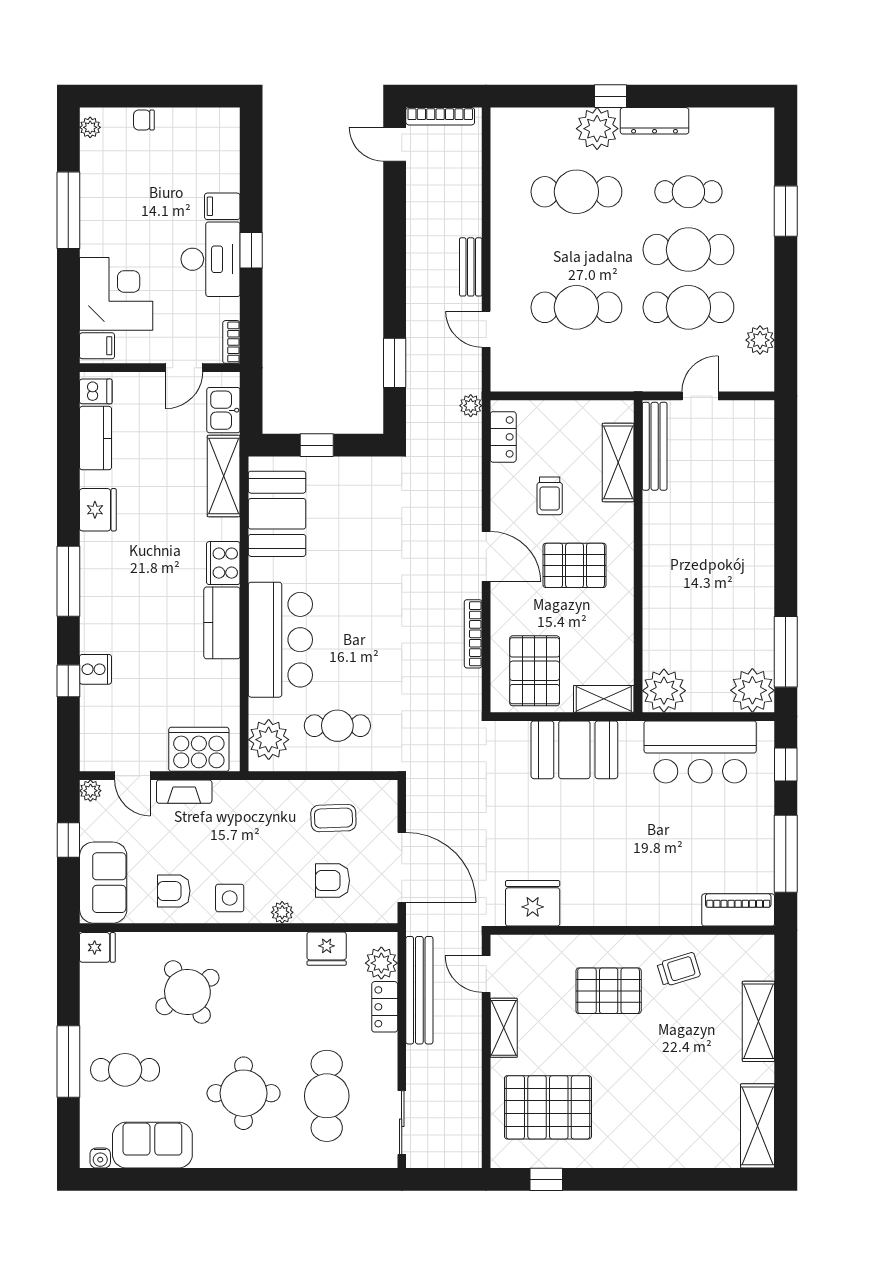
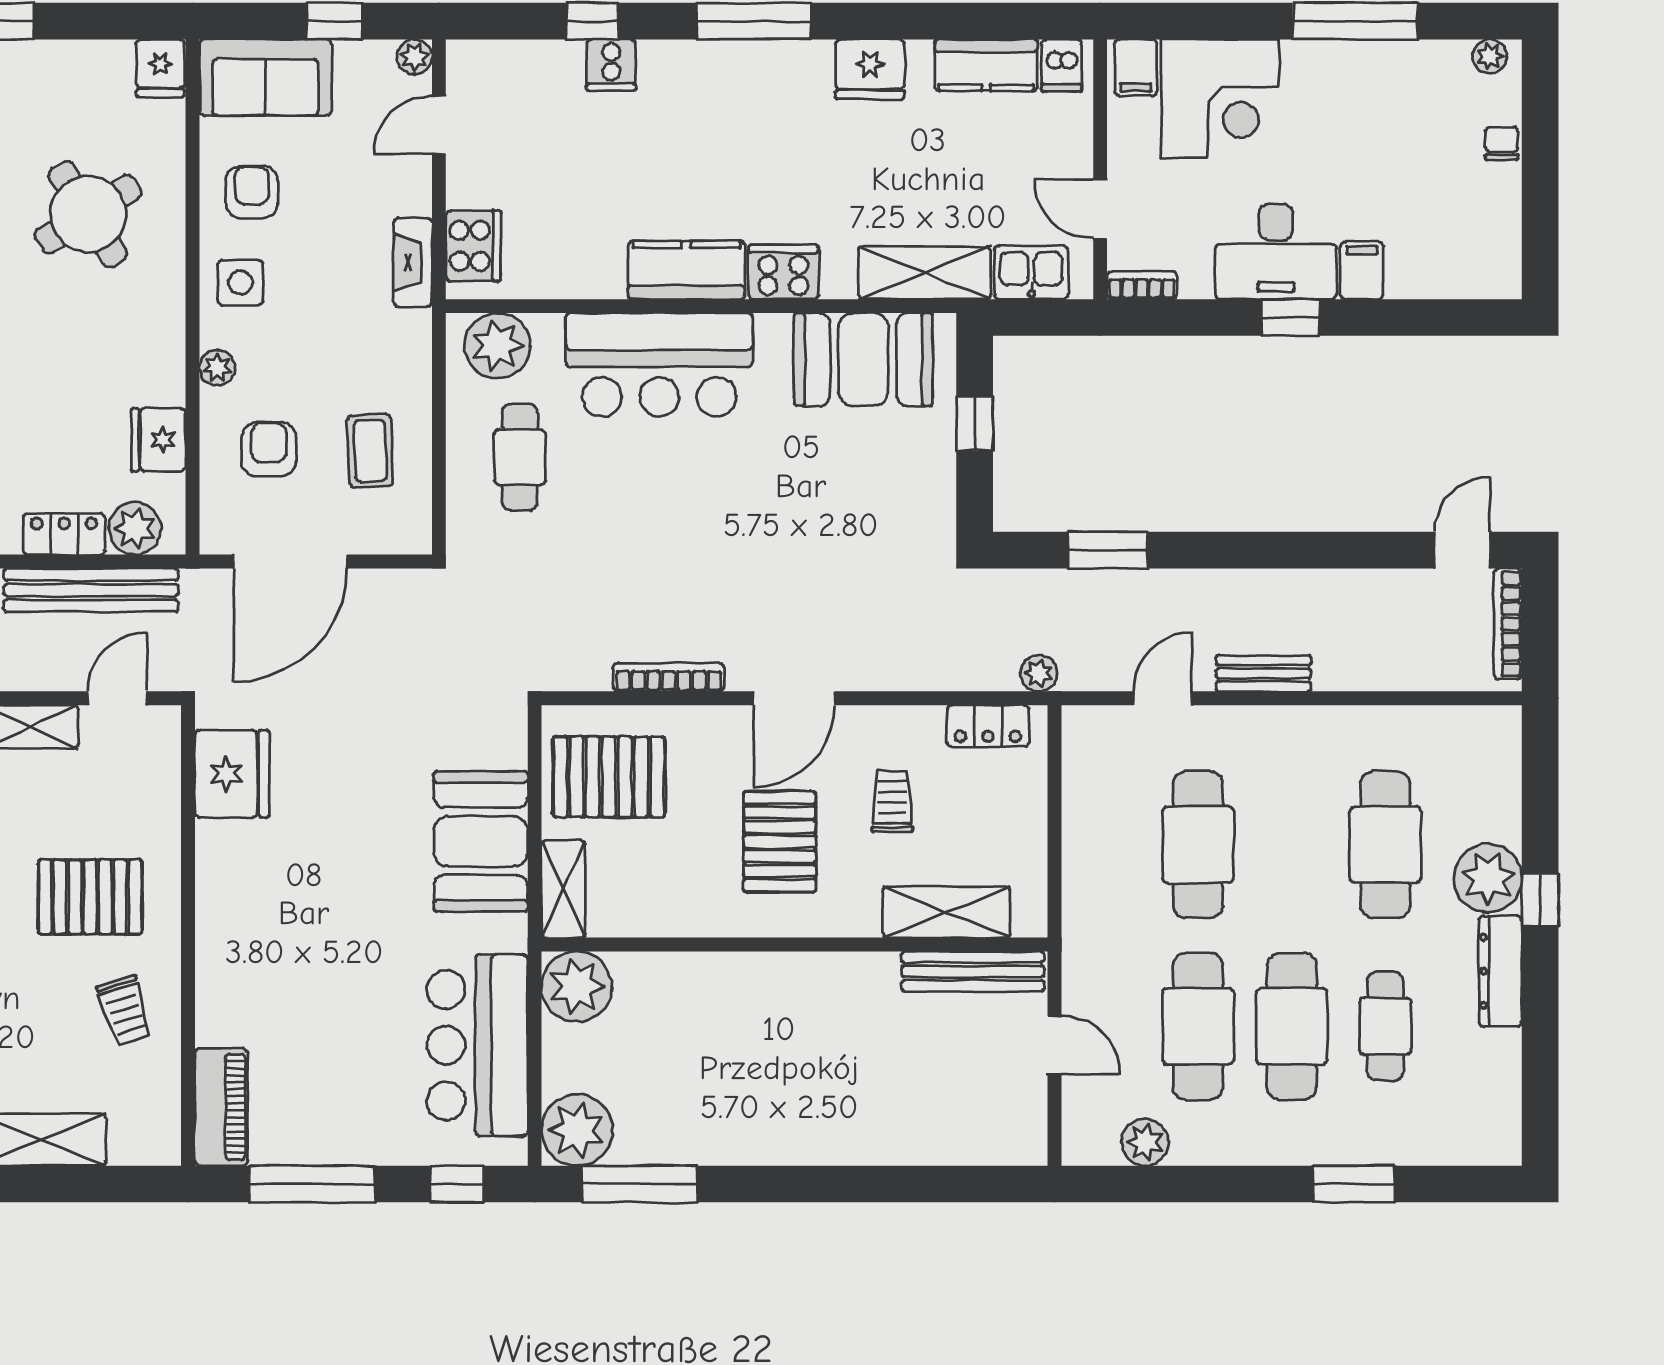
trolley: (550, 496) -> (892, 801), turned 90
cooker: (199, 749) -> (473, 246), width x0.73, depth x0.76
fireplace: (184, 792) -> (413, 262), moved
pallet: (609, 991) -> (90, 897), turned 90

